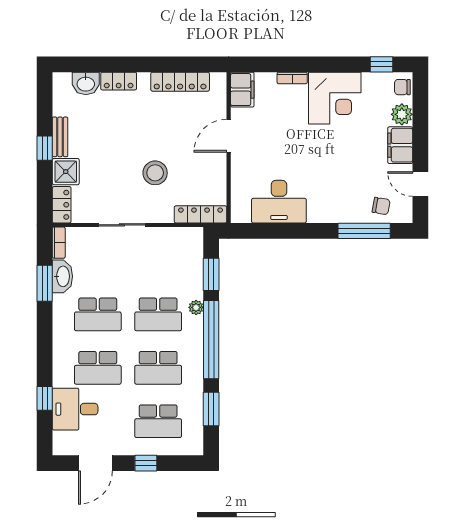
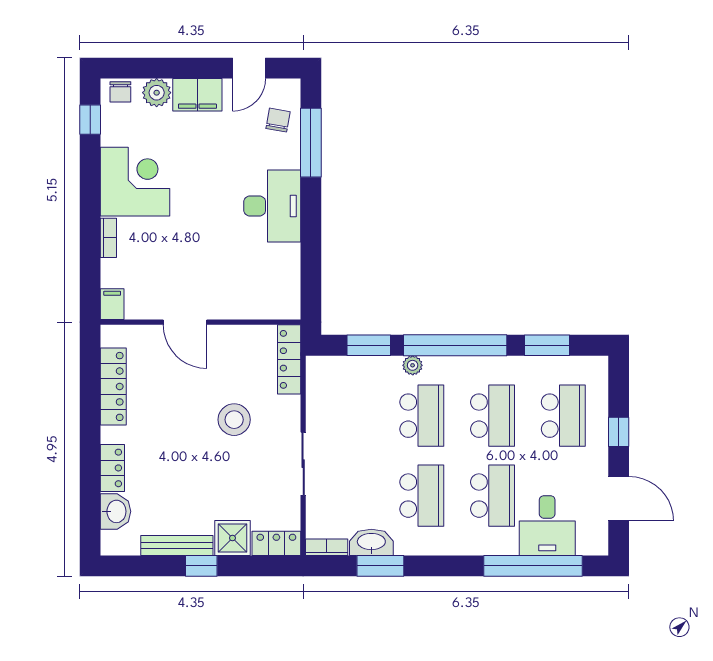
filing cabinet: (242, 90) -> (112, 304), width x0.50
bench: (60, 137) -> (177, 546), width x1.36
desk: (279, 202) -> (272, 206), moved
window: (45, 398) -> (533, 566), width x3.17

